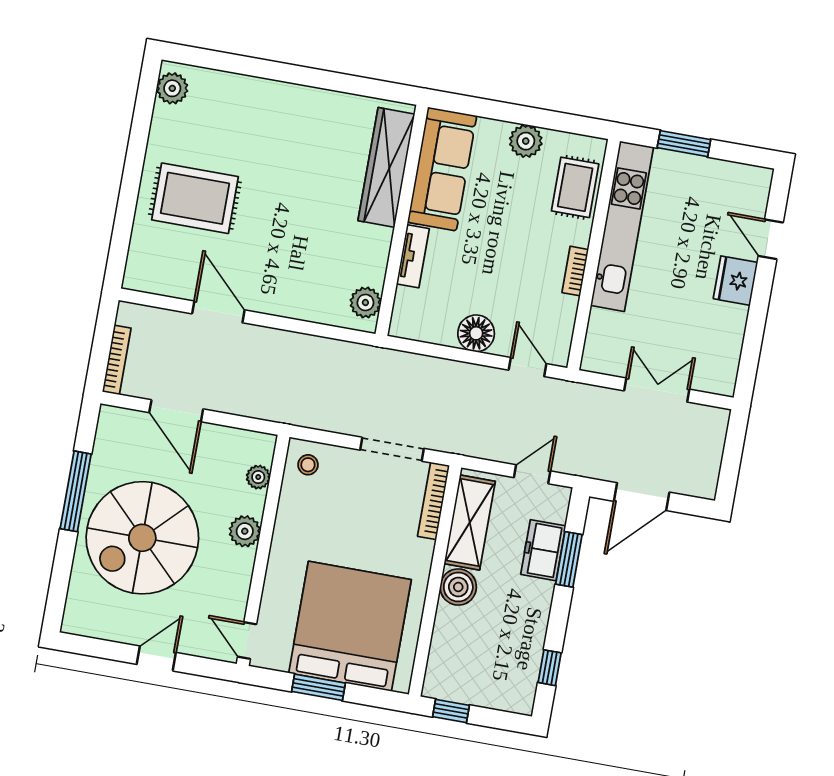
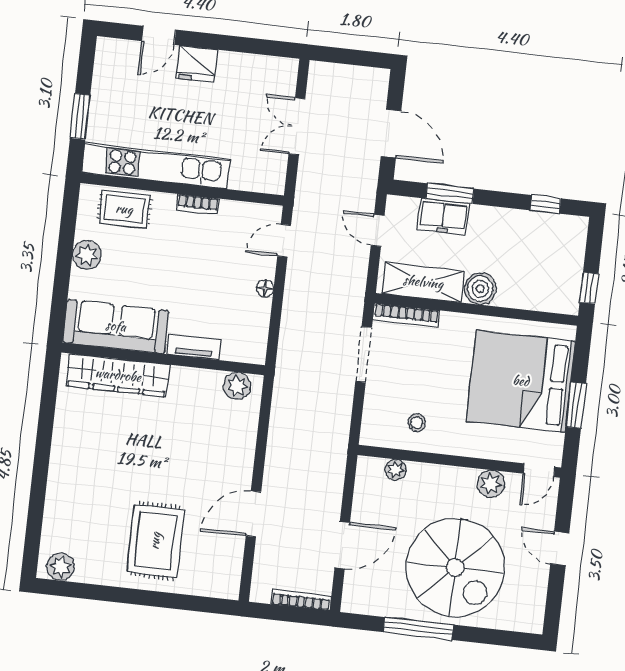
floor lamp: (476, 333) -> (265, 288), width x0.53, depth x0.53
stool: (308, 465) -> (417, 423), moved
plant: (245, 531) -> (491, 484), moved

